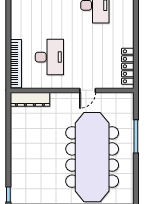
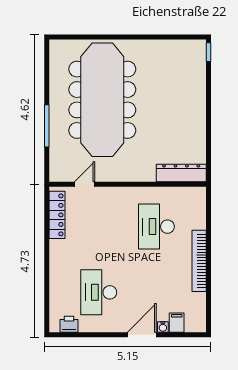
bookcase: (16, 64) -> (199, 261), moved
door: (88, 90) -> (85, 184), moved

